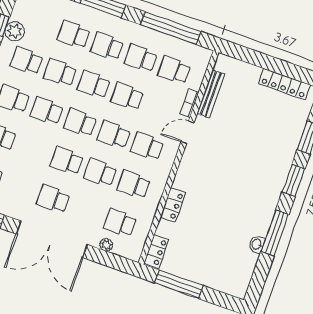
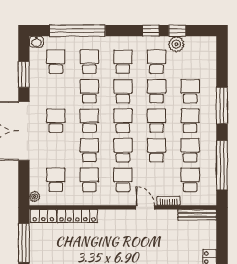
bench: (211, 94) -> (197, 215), moved
school desk: (33, 149) -> (89, 91), added
locker: (173, 205) -> (77, 216), width x1.53
plant: (106, 245) -> (35, 197), moved

